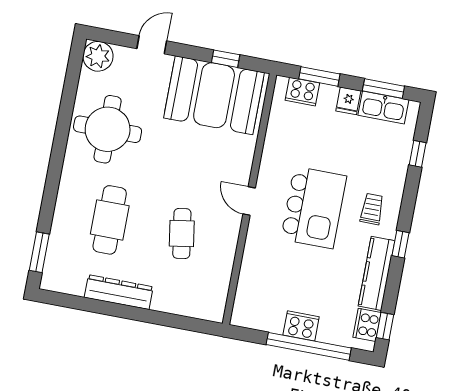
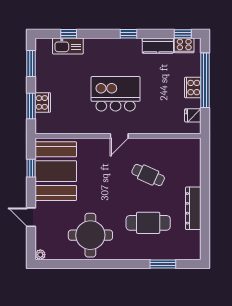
plant: (98, 56) -> (40, 255), width x0.53, depth x0.53
cooker: (302, 92) -> (43, 102), moved
fridge: (348, 101) -> (193, 115), moved, turned 180
kitchen sink: (383, 108) -> (68, 46), moved, turned 90
trolley: (372, 209) -> (109, 56), removed
cafe table: (182, 234) -> (148, 175), turned 33
window: (39, 252) -> (163, 264), moved
kitchen counter: (376, 273) -> (158, 46), width x0.67

